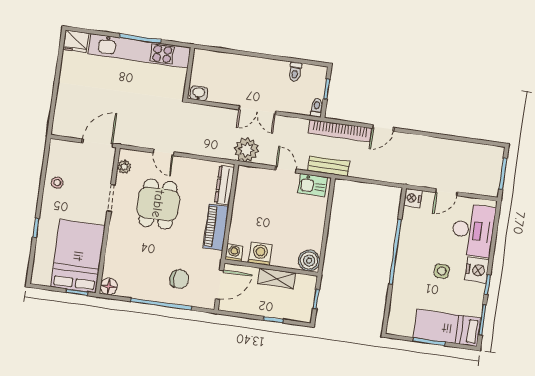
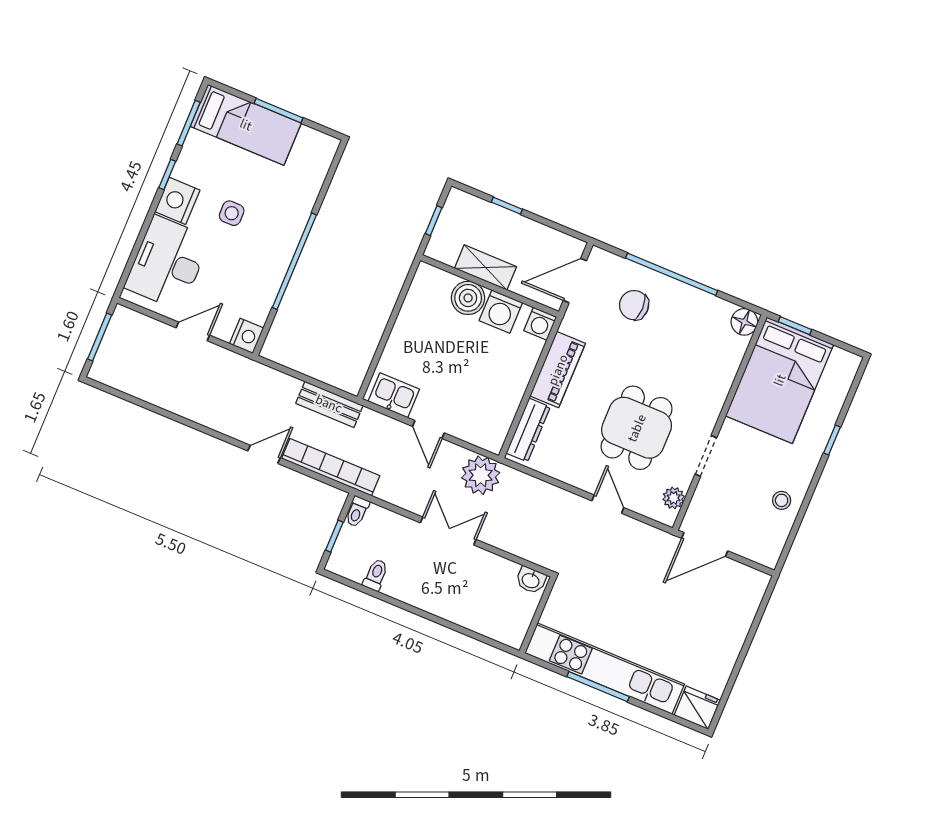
bench: (329, 166) -> (329, 404), moved
boiler: (309, 261) -> (468, 298), moved

